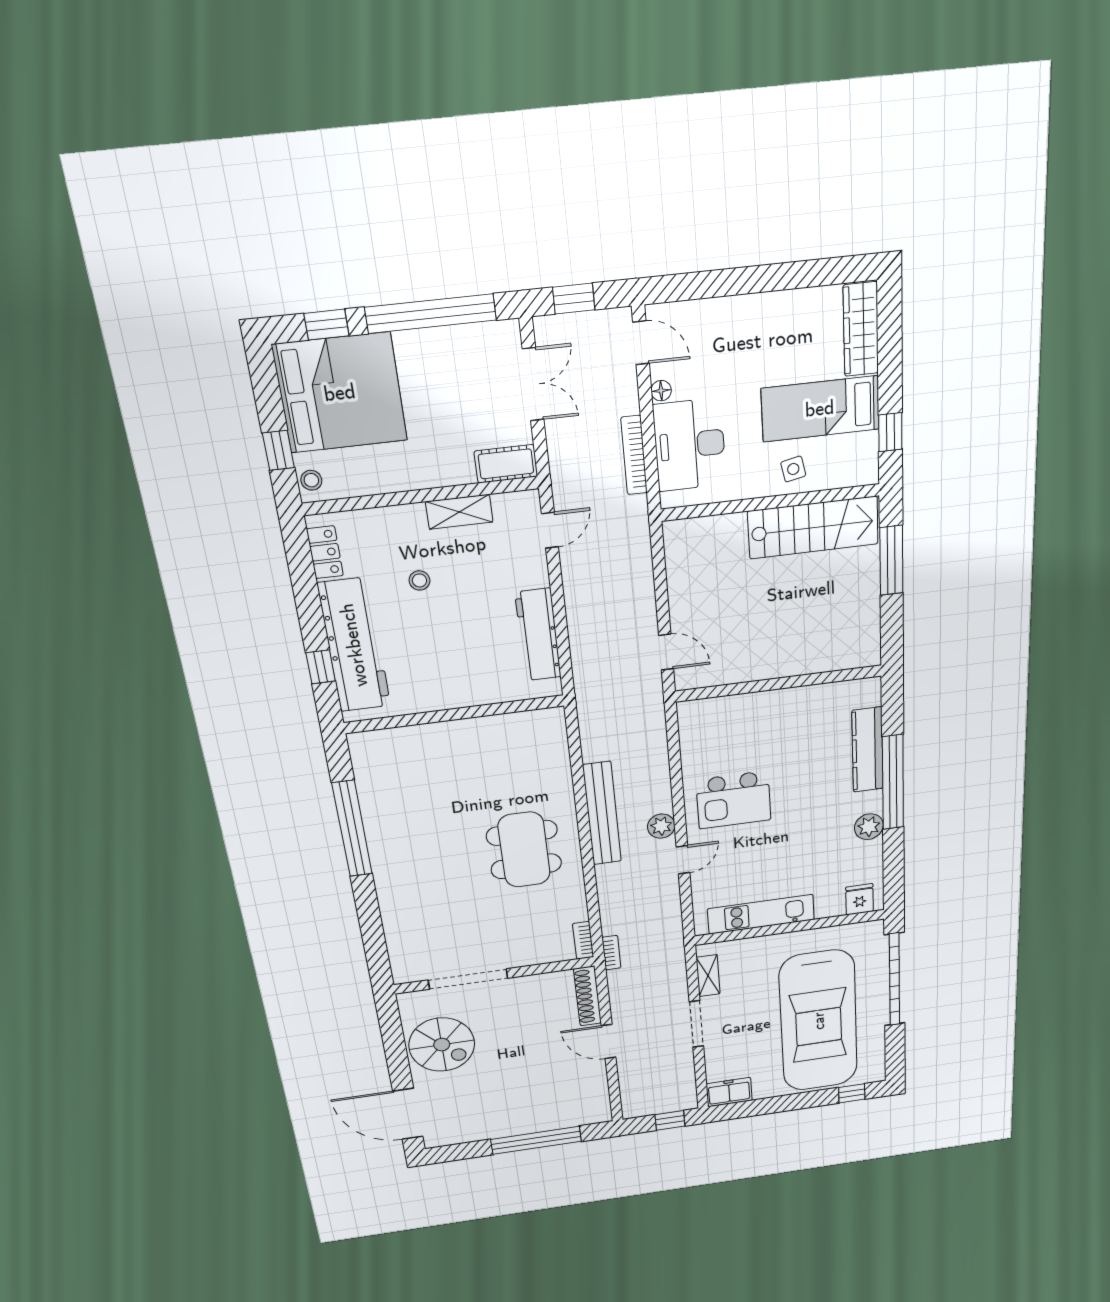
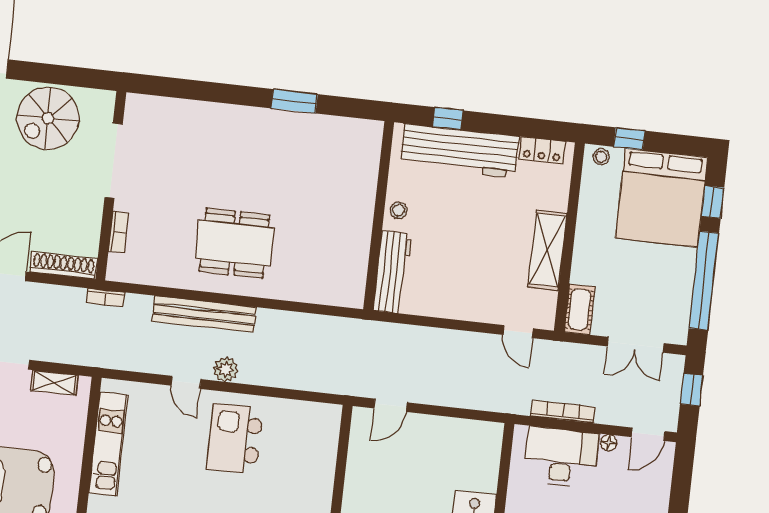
shelving: (459, 512) -> (547, 250), width x1.50, depth x1.33
stool: (419, 580) -> (399, 210), moved
workbench: (538, 635) -> (392, 272), moved, turned 90
bench: (602, 814) -> (204, 314), moved
window: (352, 829) -> (294, 101), width x0.47
bookcase: (583, 940) -> (119, 232), moved, turned 90

